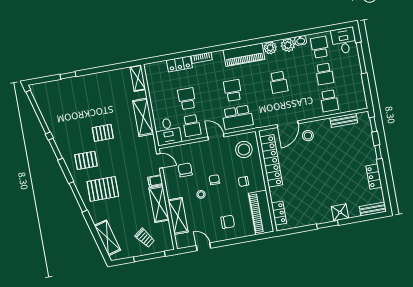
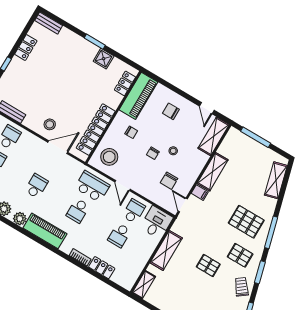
window: (55, 149) -> (260, 272), moved
shower: (340, 212) -> (104, 59), moved
shelving: (178, 216) -> (214, 136), moved
trolley: (145, 238) -> (241, 287), moved

